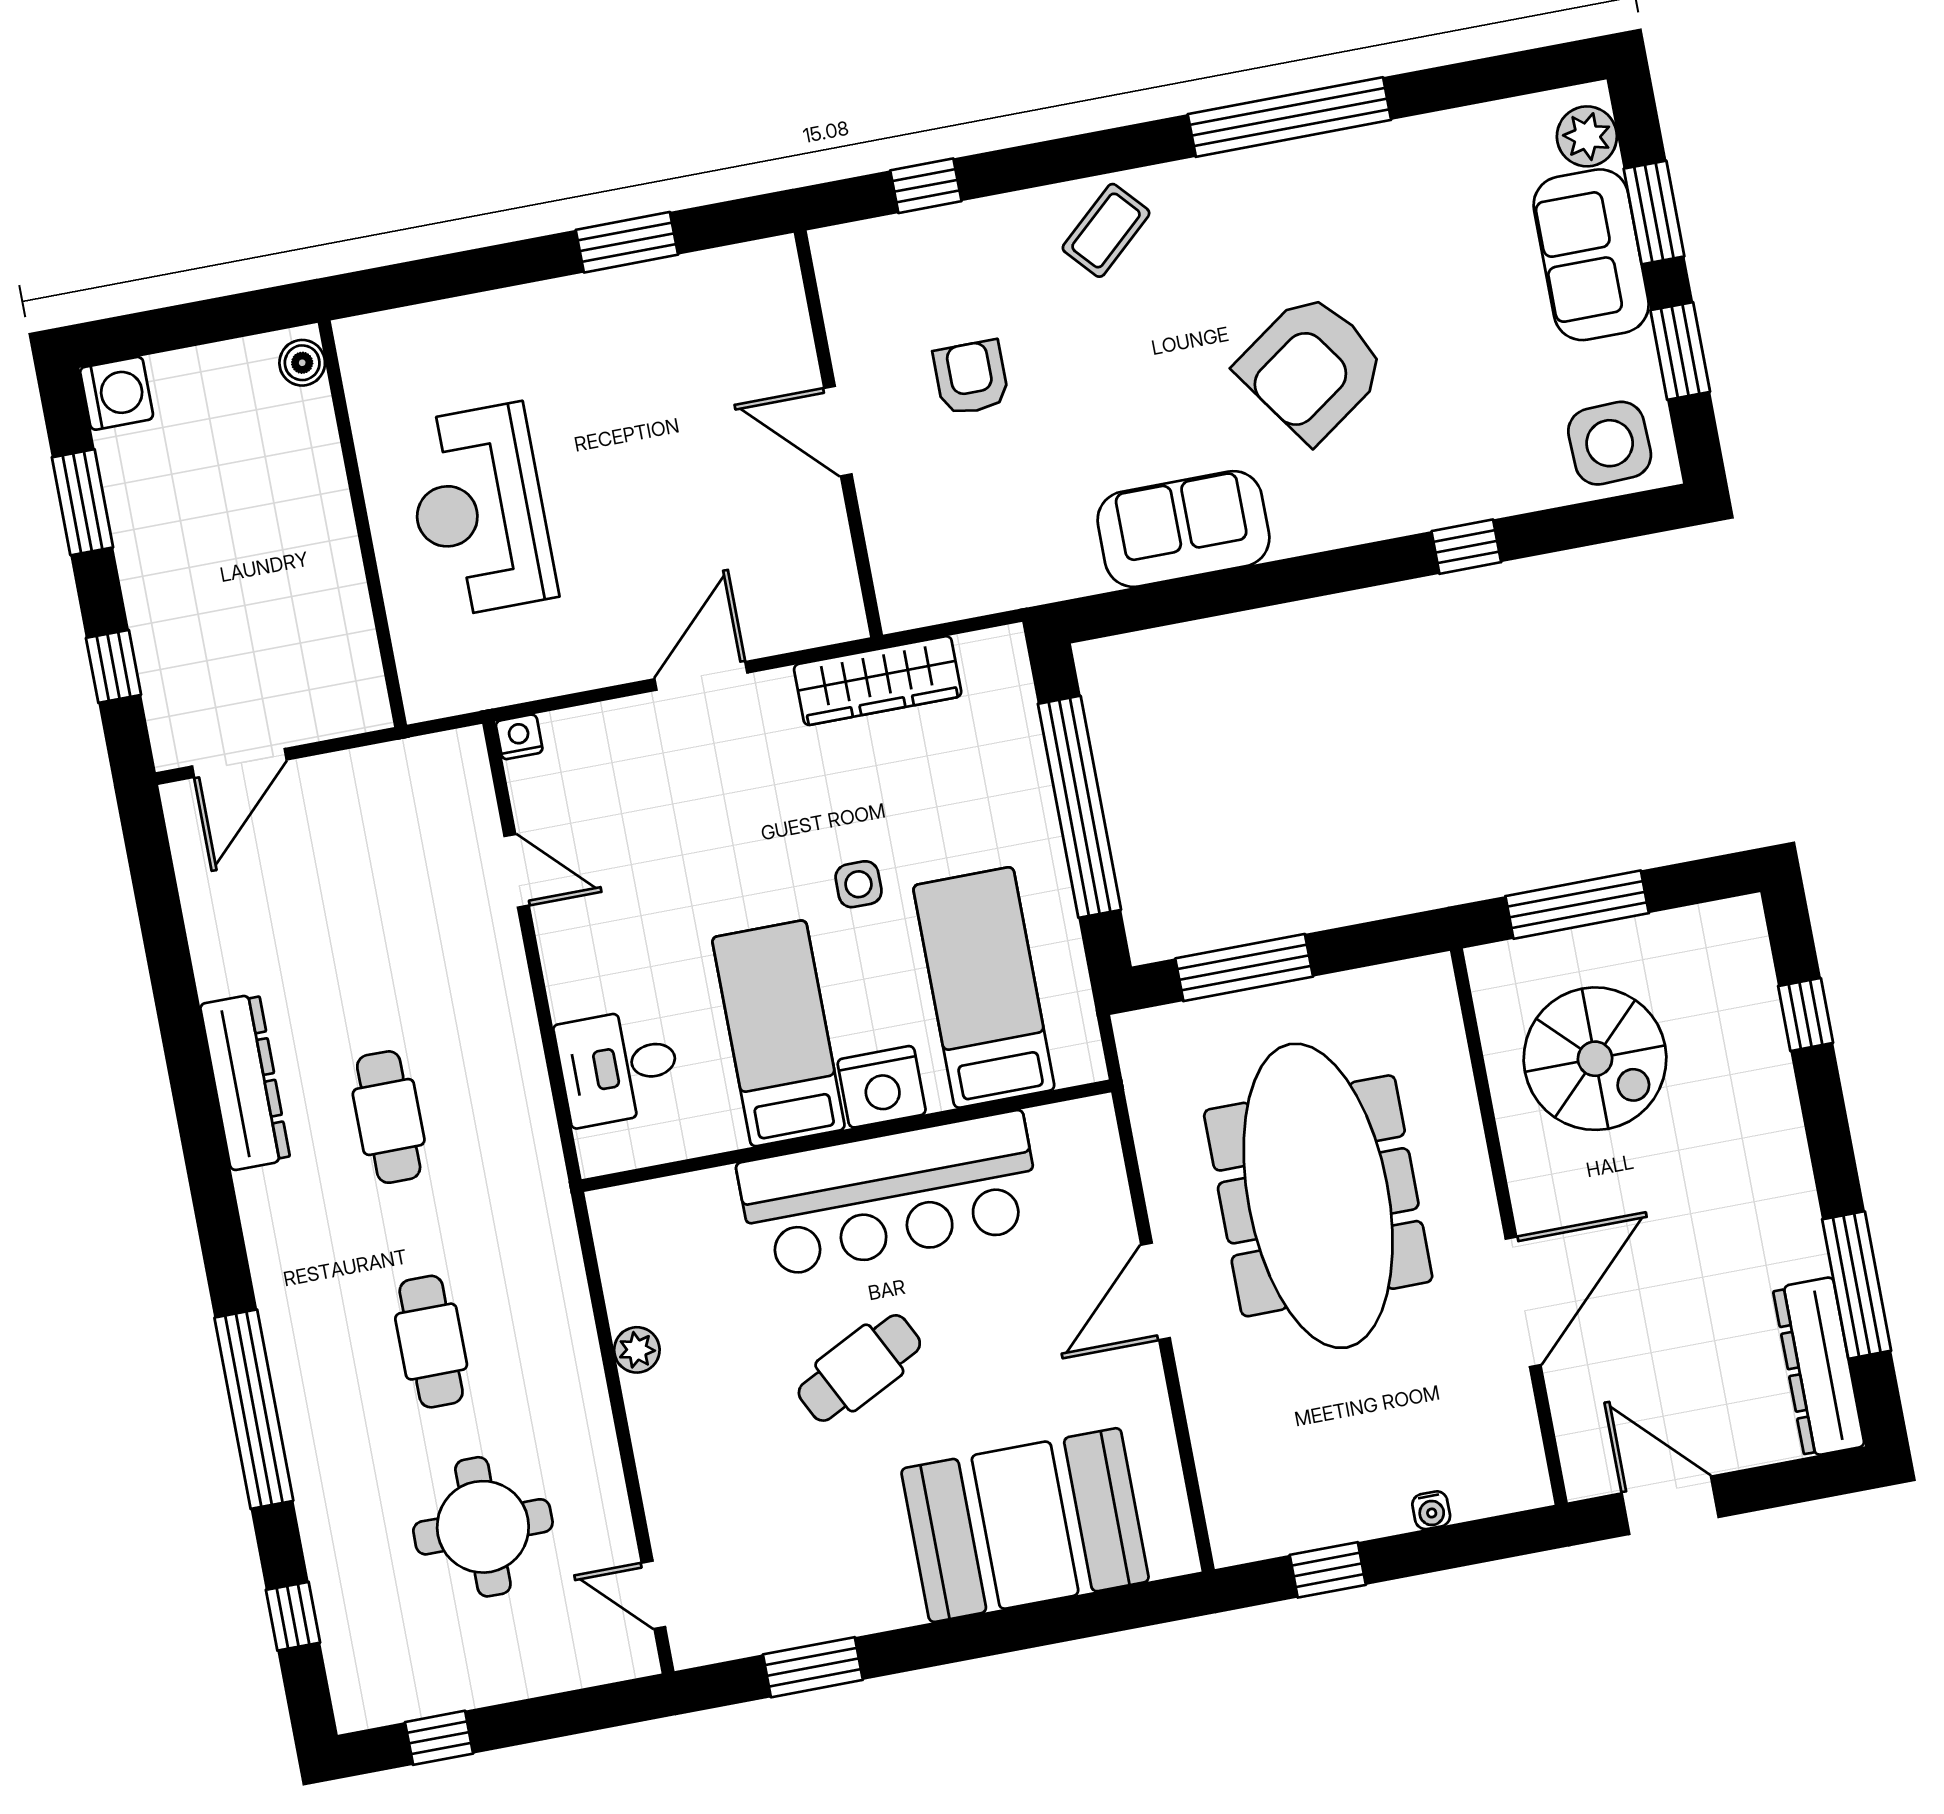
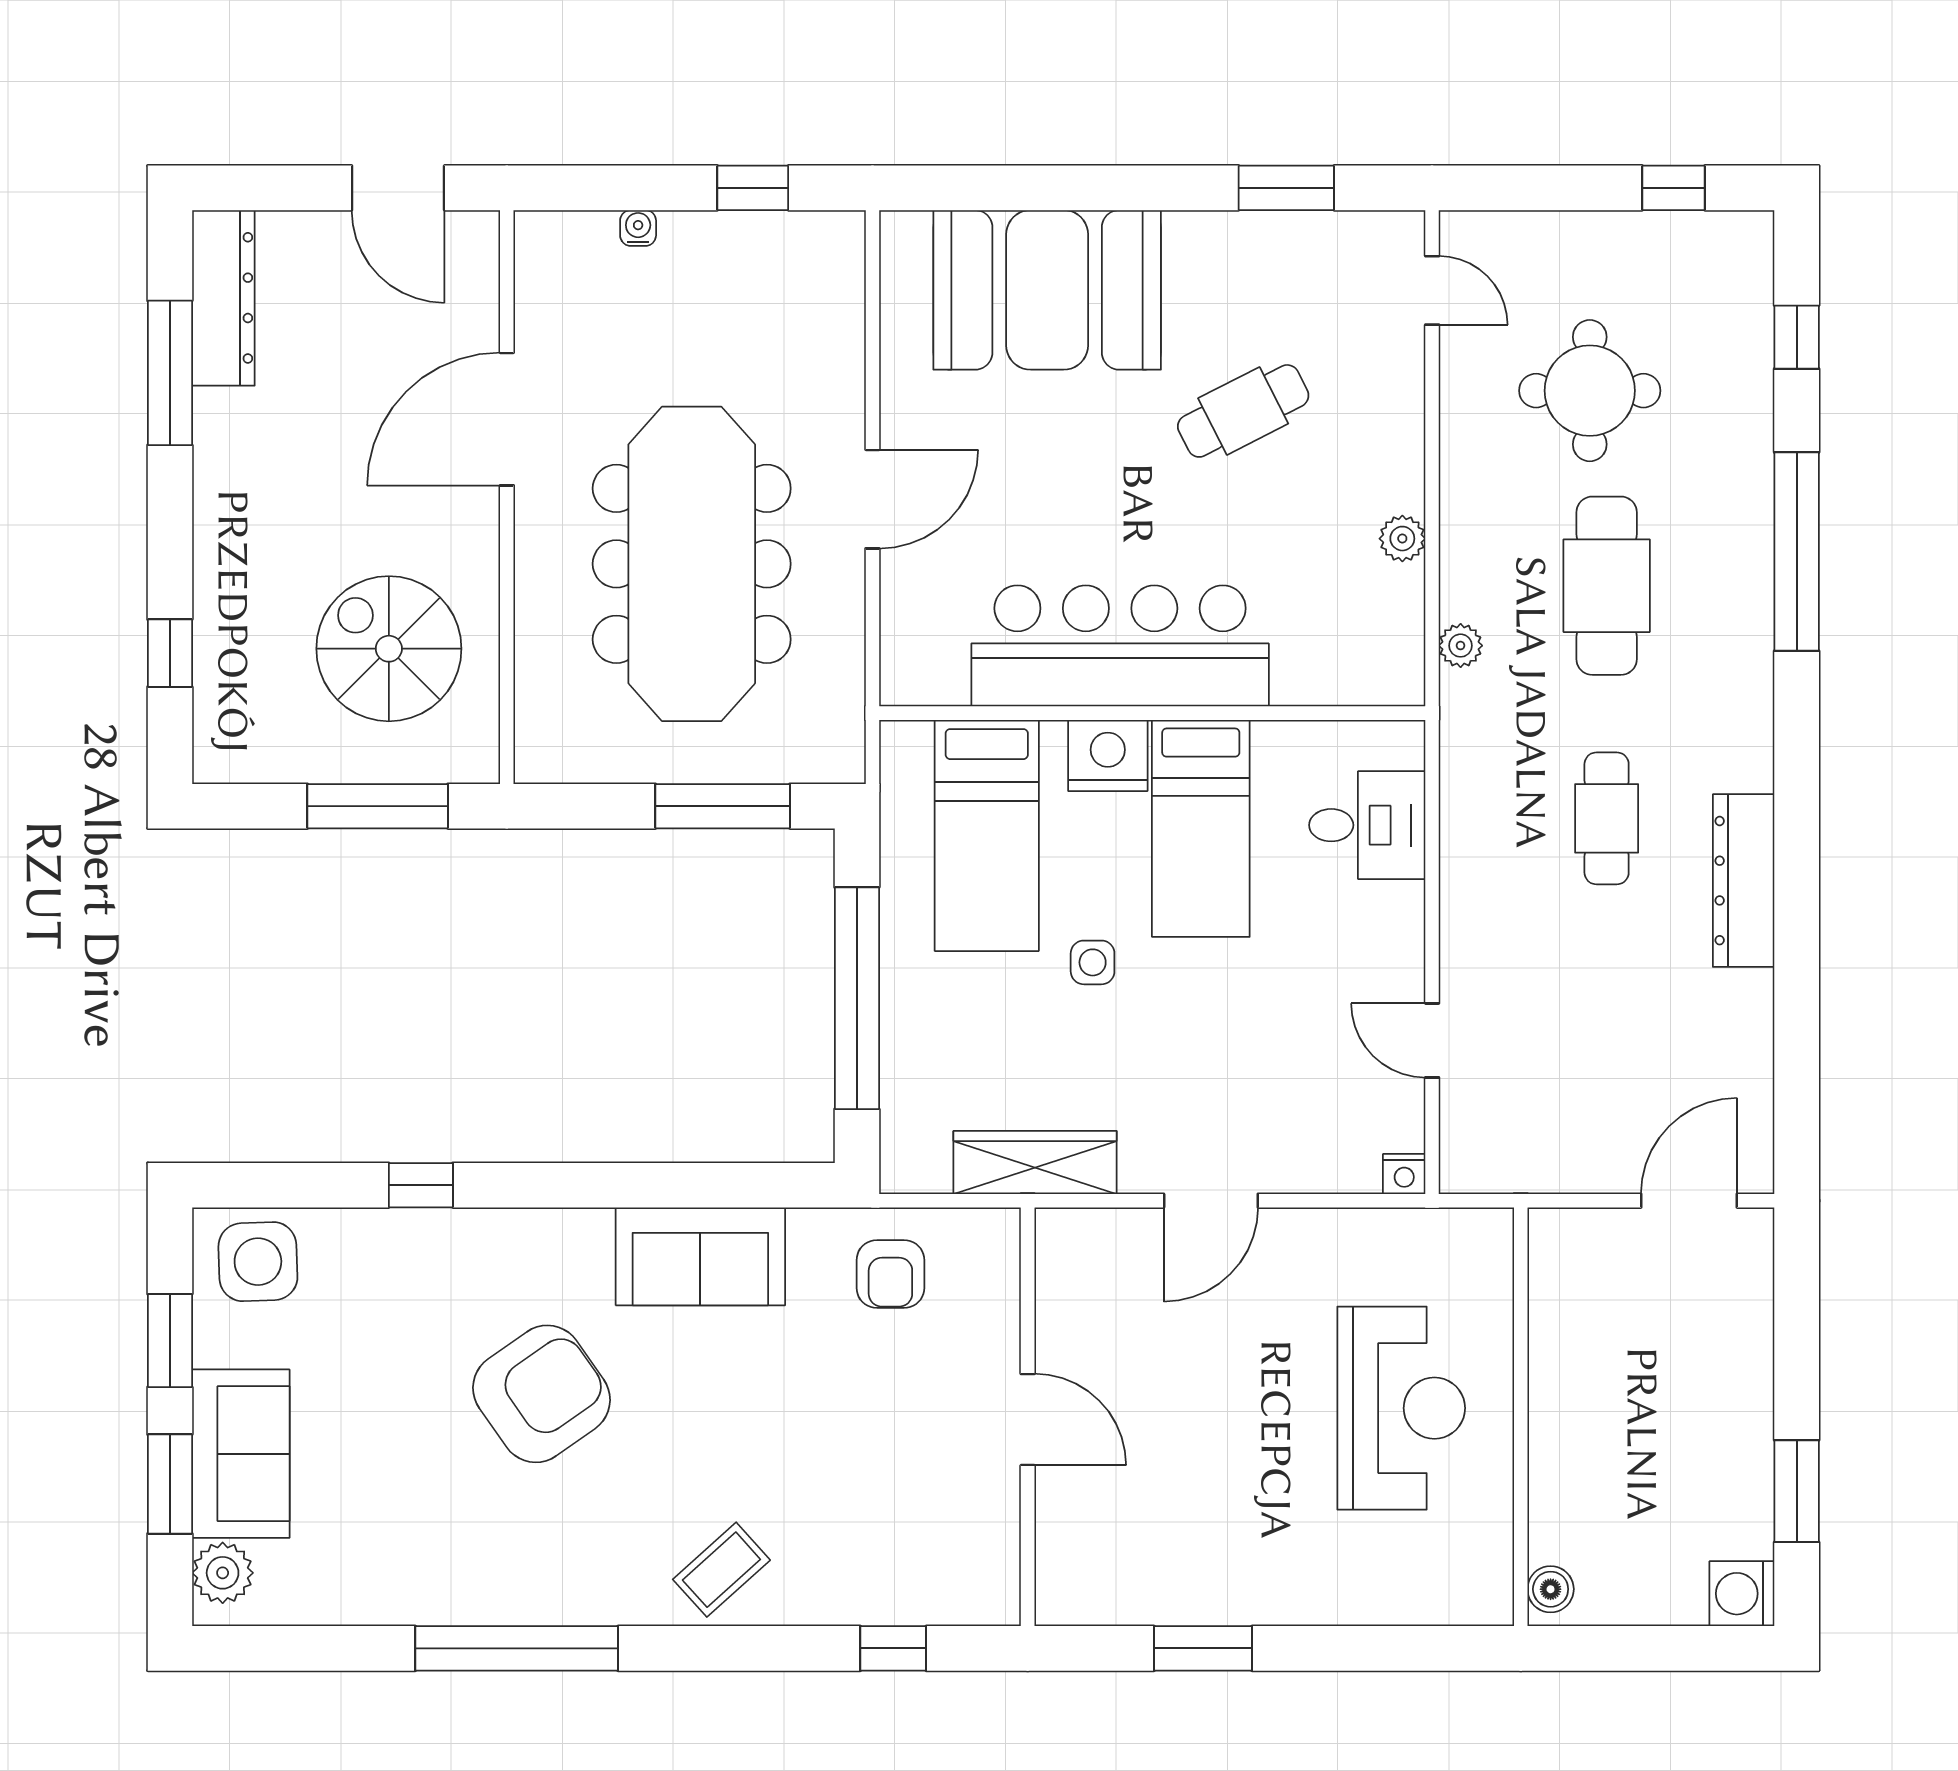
armchair: (971, 378) -> (890, 1274), moved
window: (114, 666) -> (1797, 1321), removed
plant: (561, 1257) -> (1461, 646), added
cafe table: (431, 1342) -> (1607, 586), width x1.37, depth x1.35
cafe table: (859, 1368) -> (1243, 411), moved

